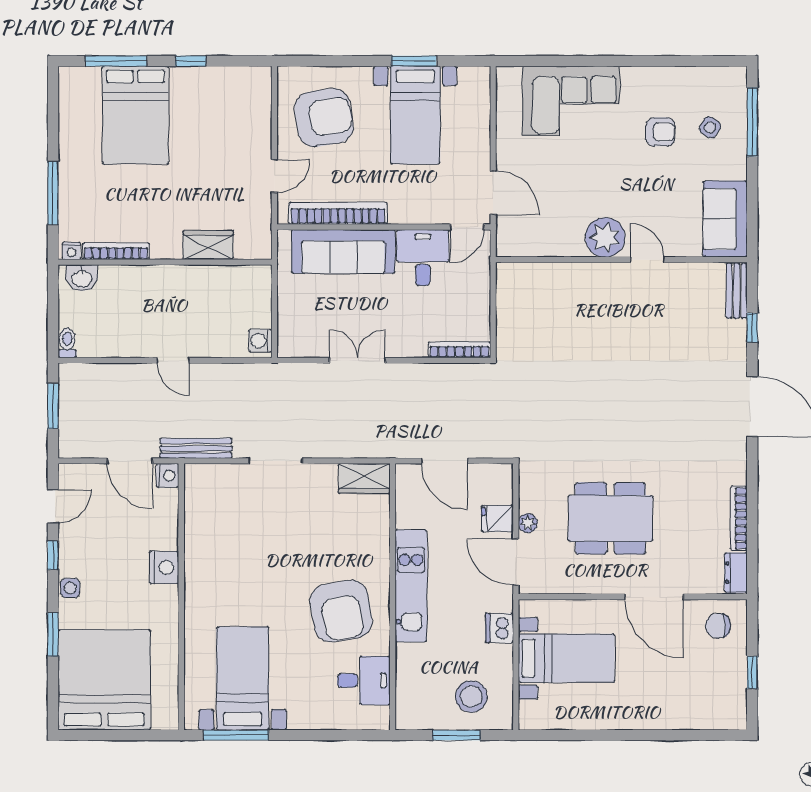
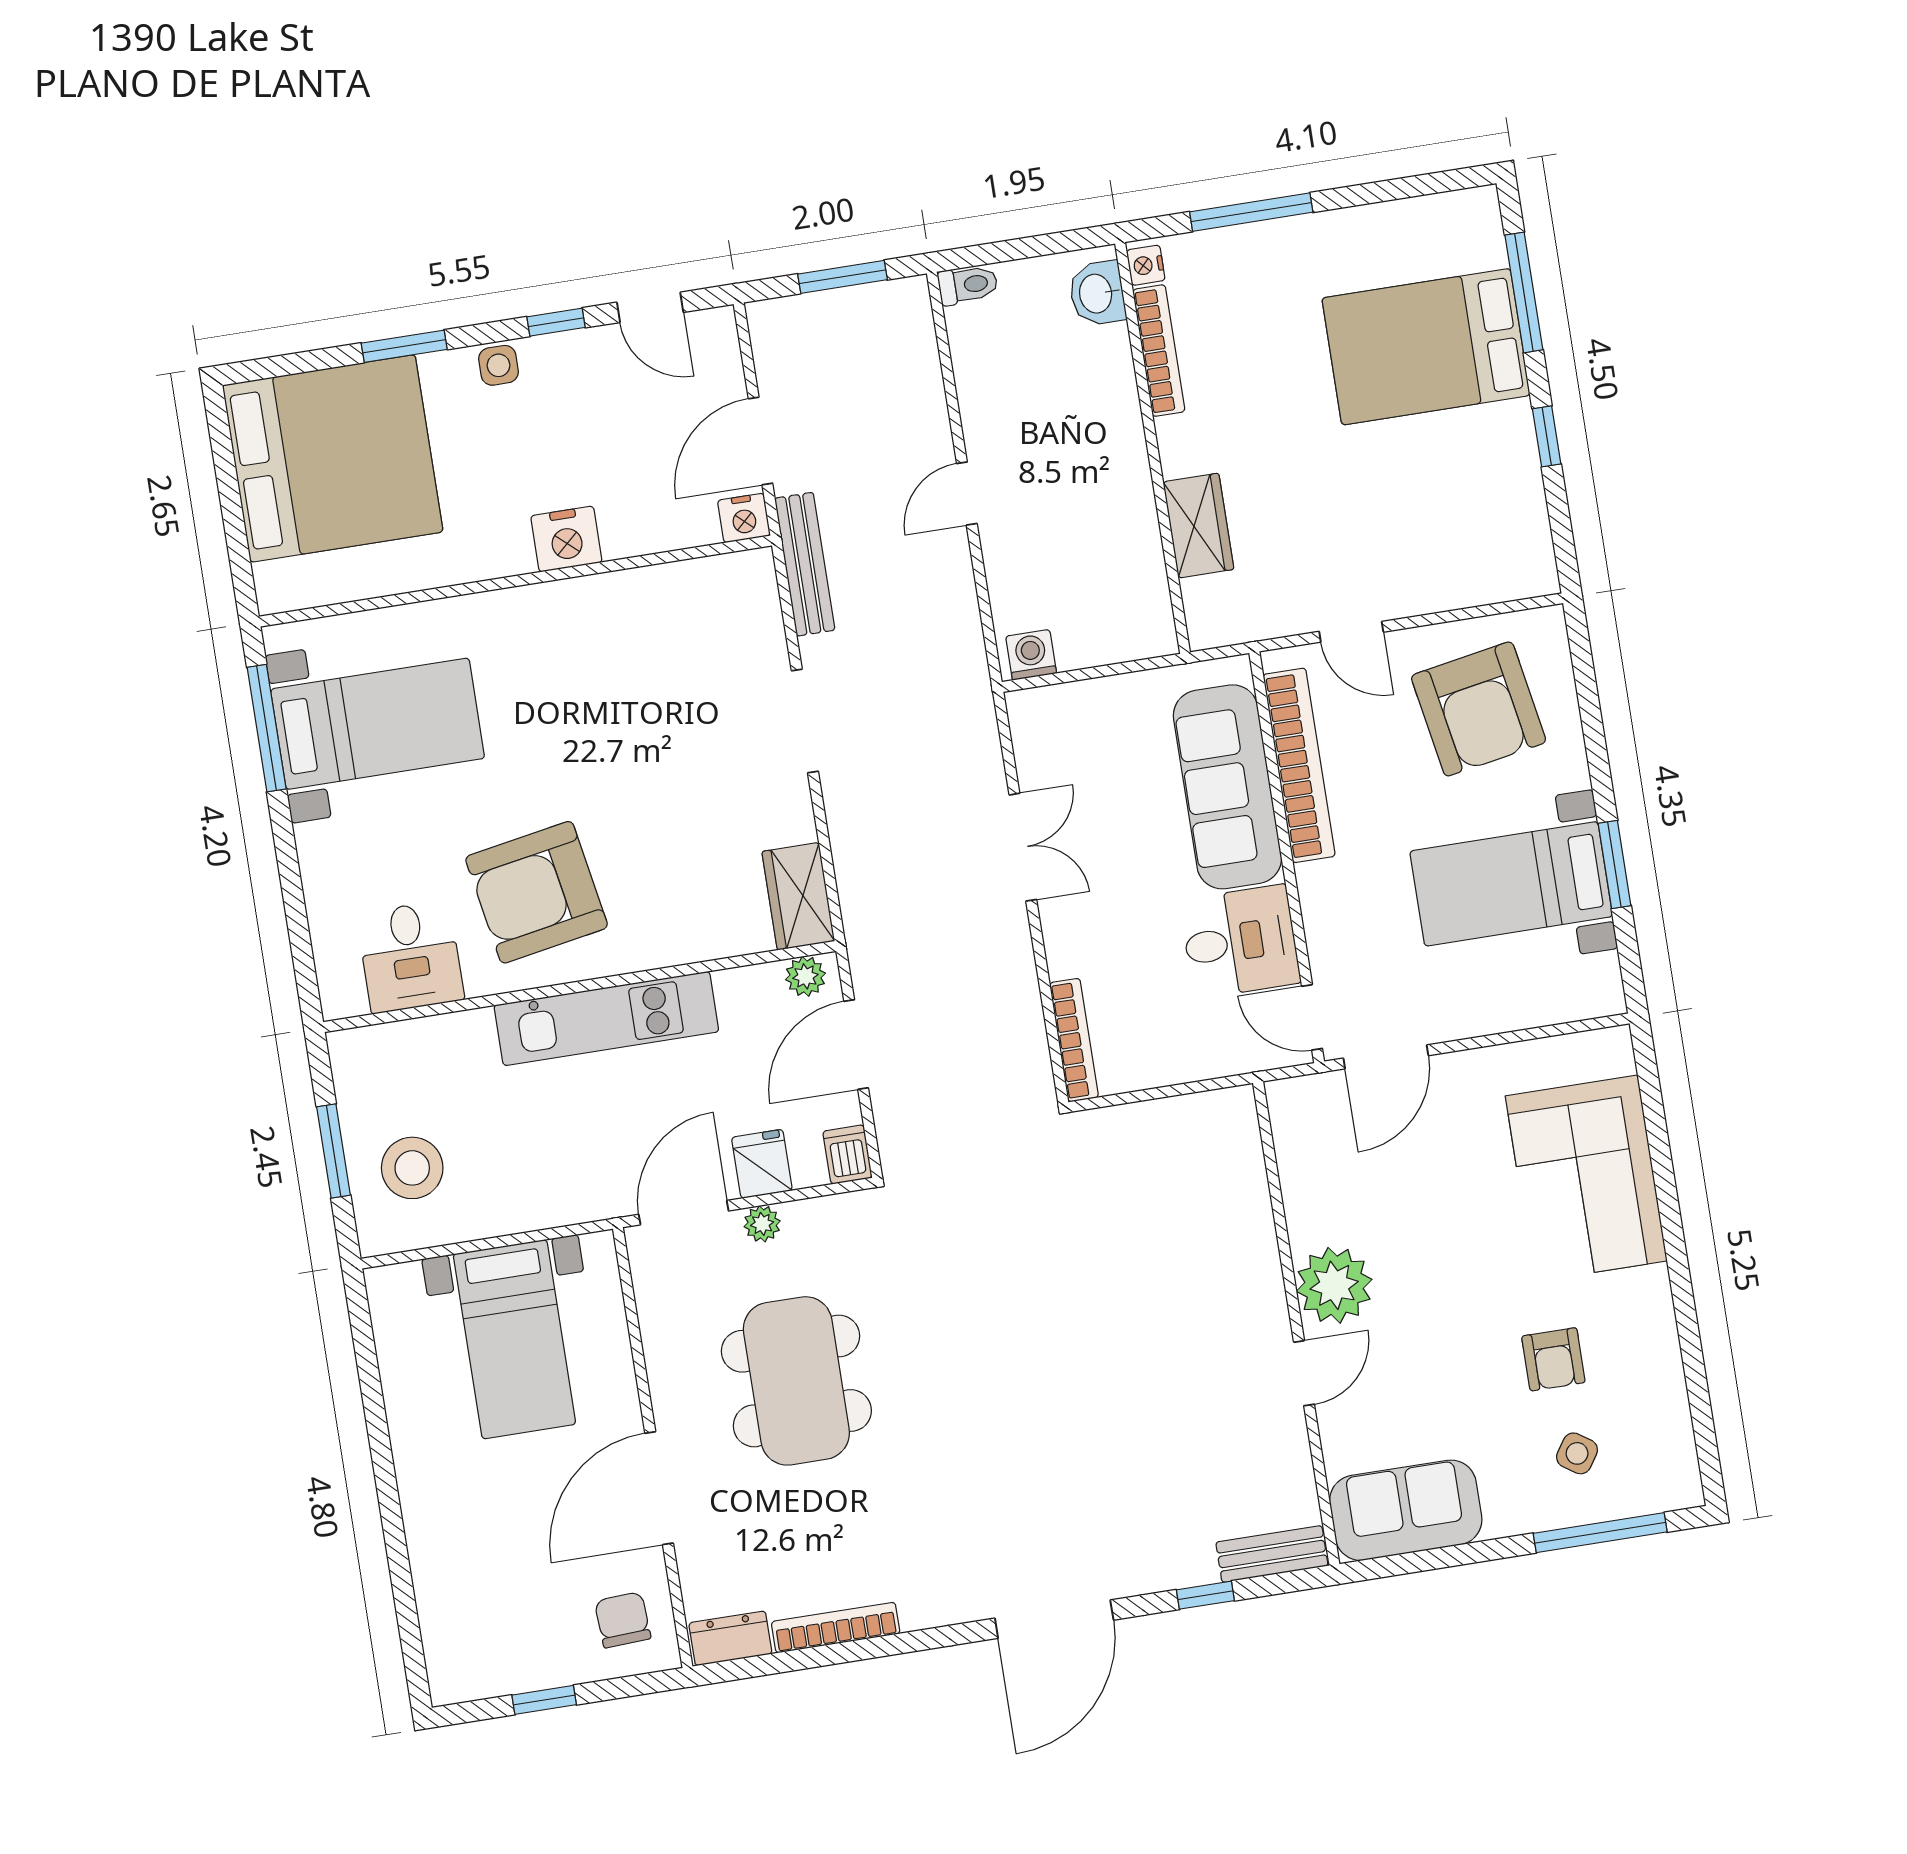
plant: (406, 481) -> (805, 976), added
dishwasher: (499, 628) -> (847, 1154), moved, width x0.73

